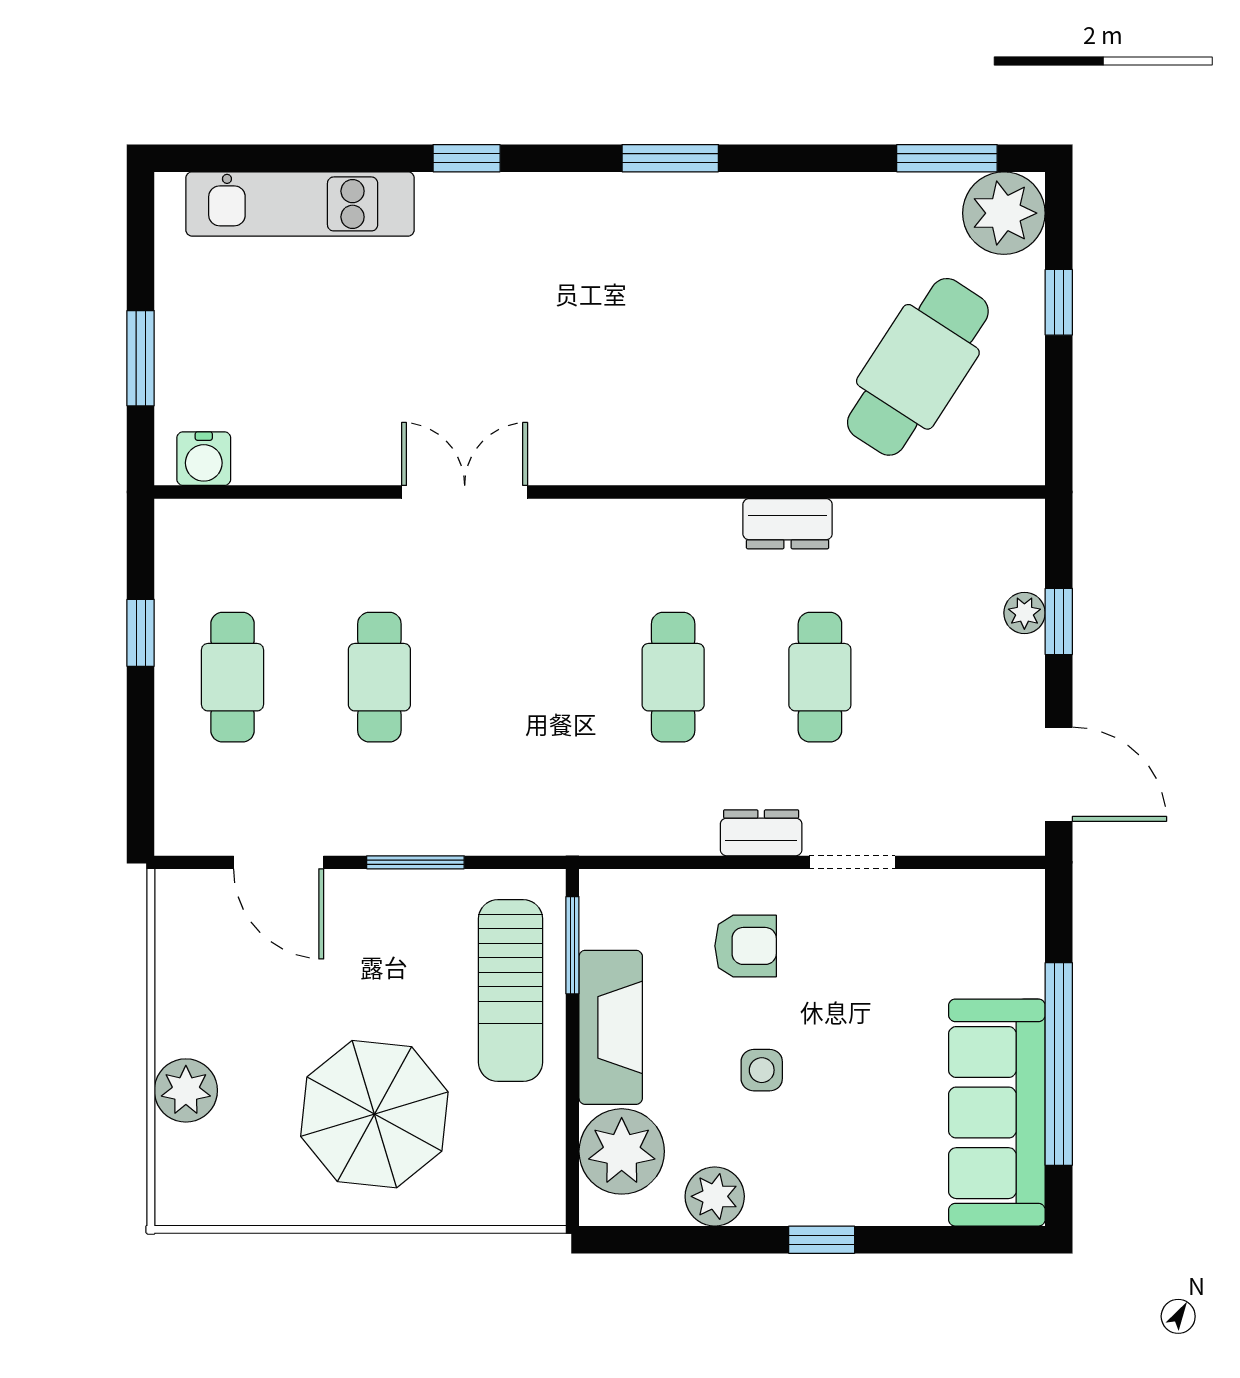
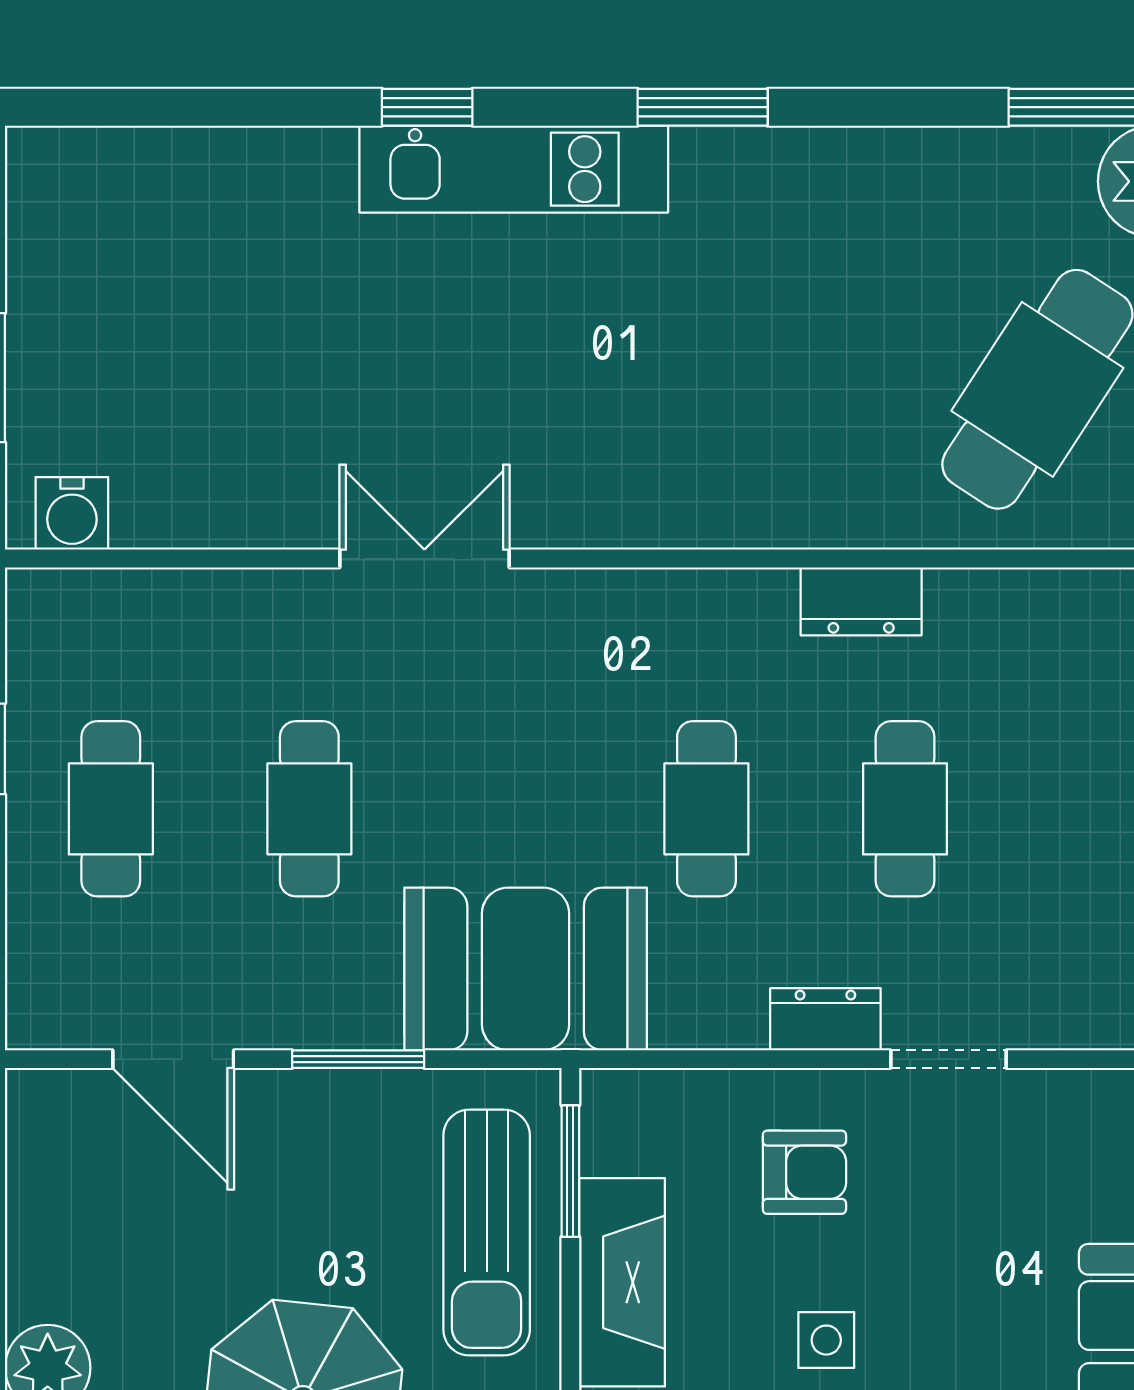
kitchen unit: (300, 204) -> (514, 169), moved
booth: (539, 796) -> (526, 969), added

